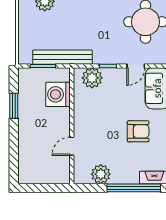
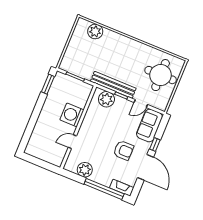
bench: (62, 57) -> (113, 85), moved
washing machine: (58, 94) -> (72, 115), moved
window: (14, 106) -> (48, 84), moved

